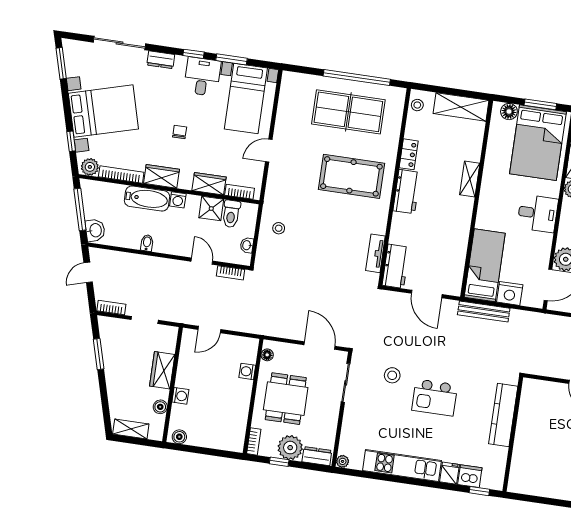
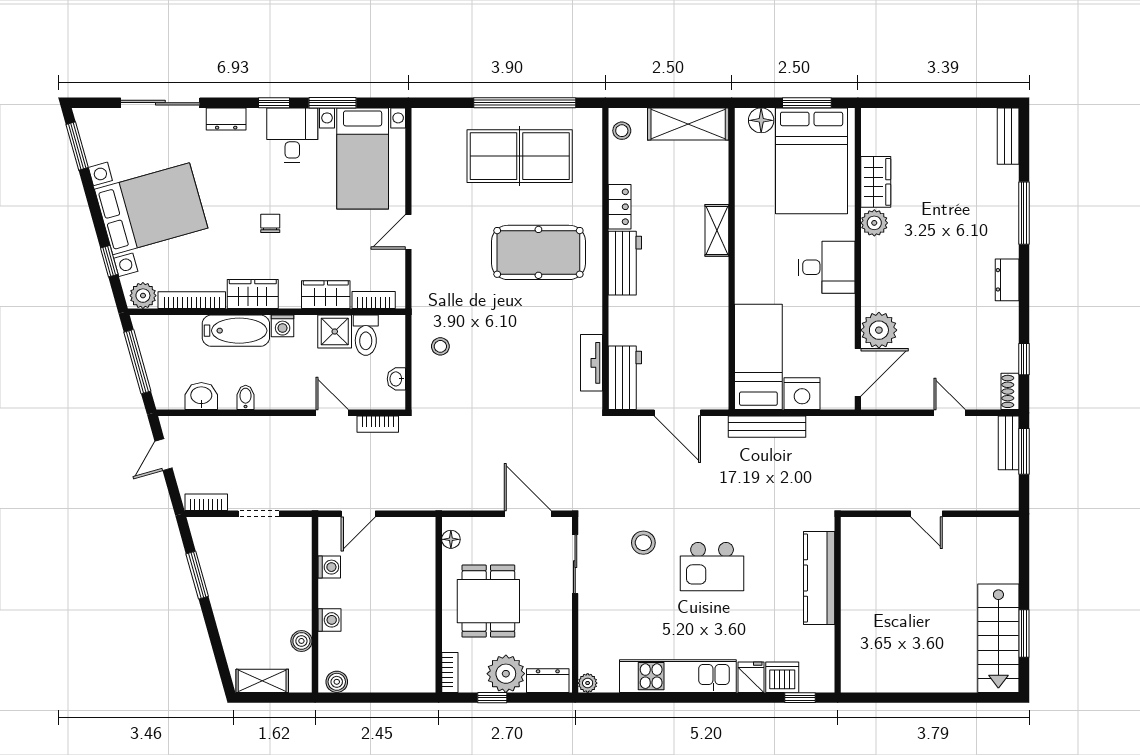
washbasin: (95, 230) -> (201, 396), moved, turned -74
wardrobe: (162, 370) -> (297, 585), removed
washing machine: (247, 371) -> (329, 567), moved, turned 180

